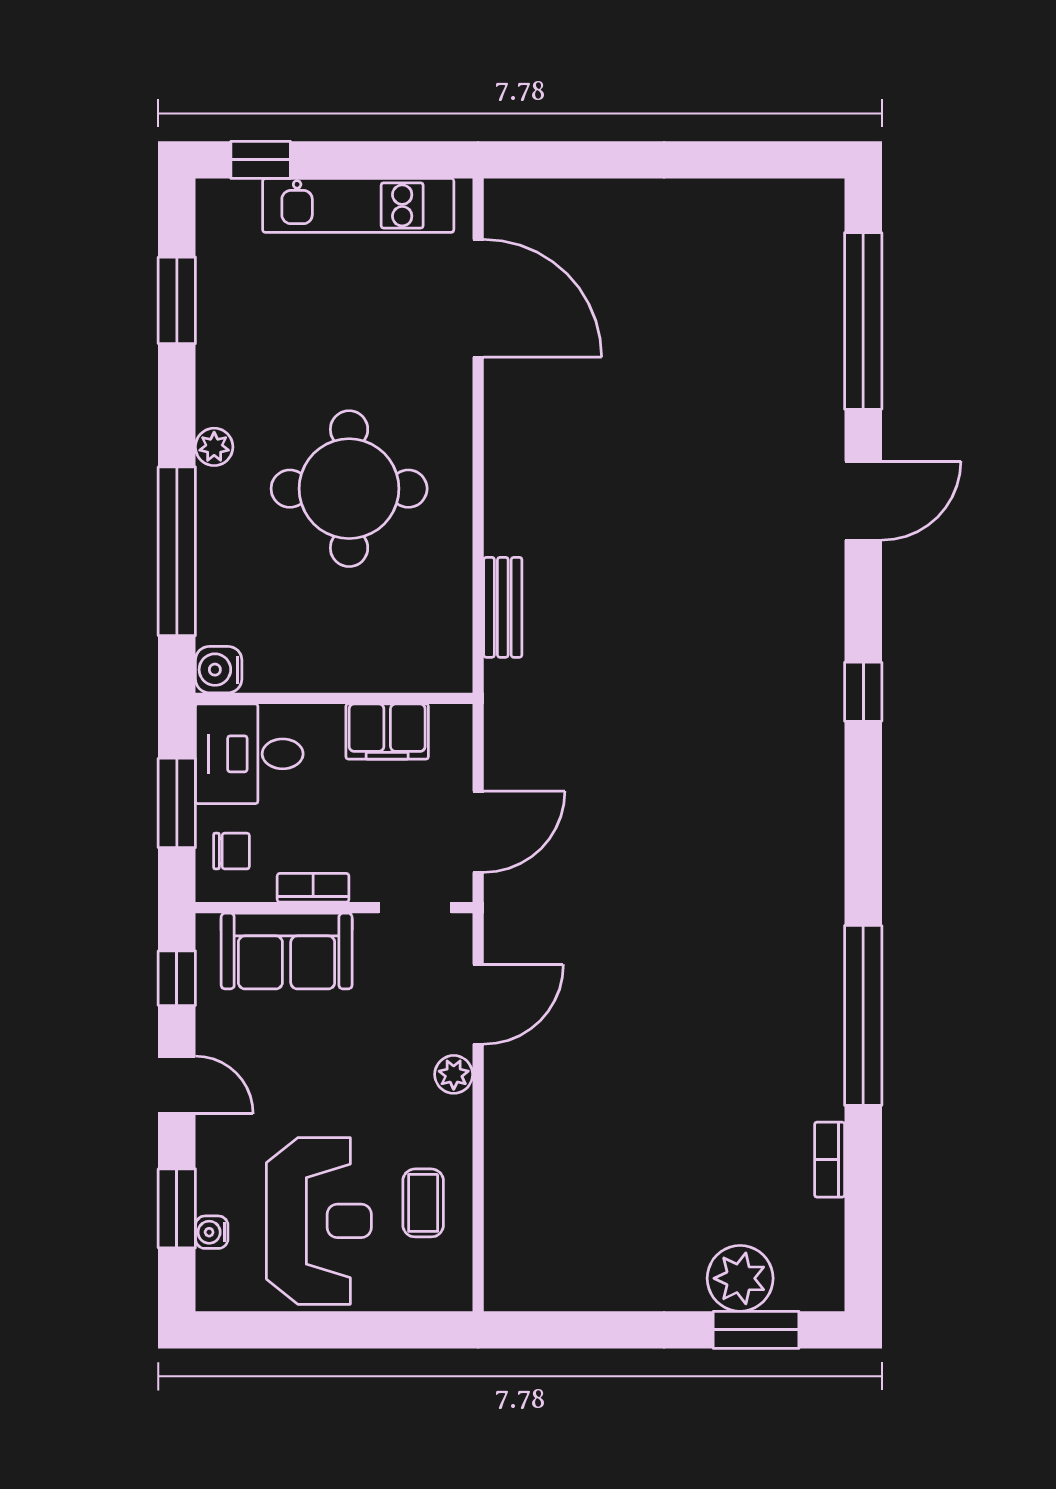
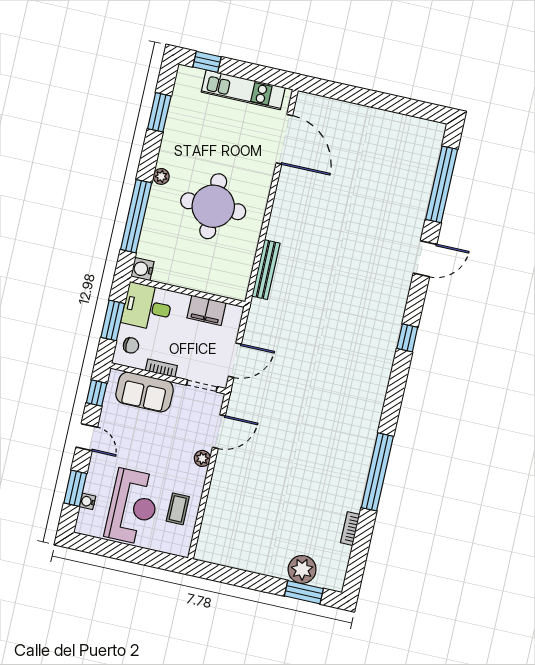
bench: (503, 607) -> (266, 270), width x1.36

